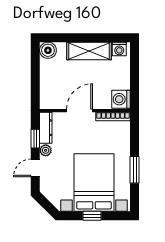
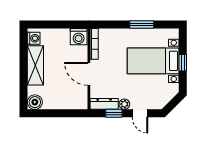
bed with nightstands: (94, 183) -> (153, 61), width x0.73

